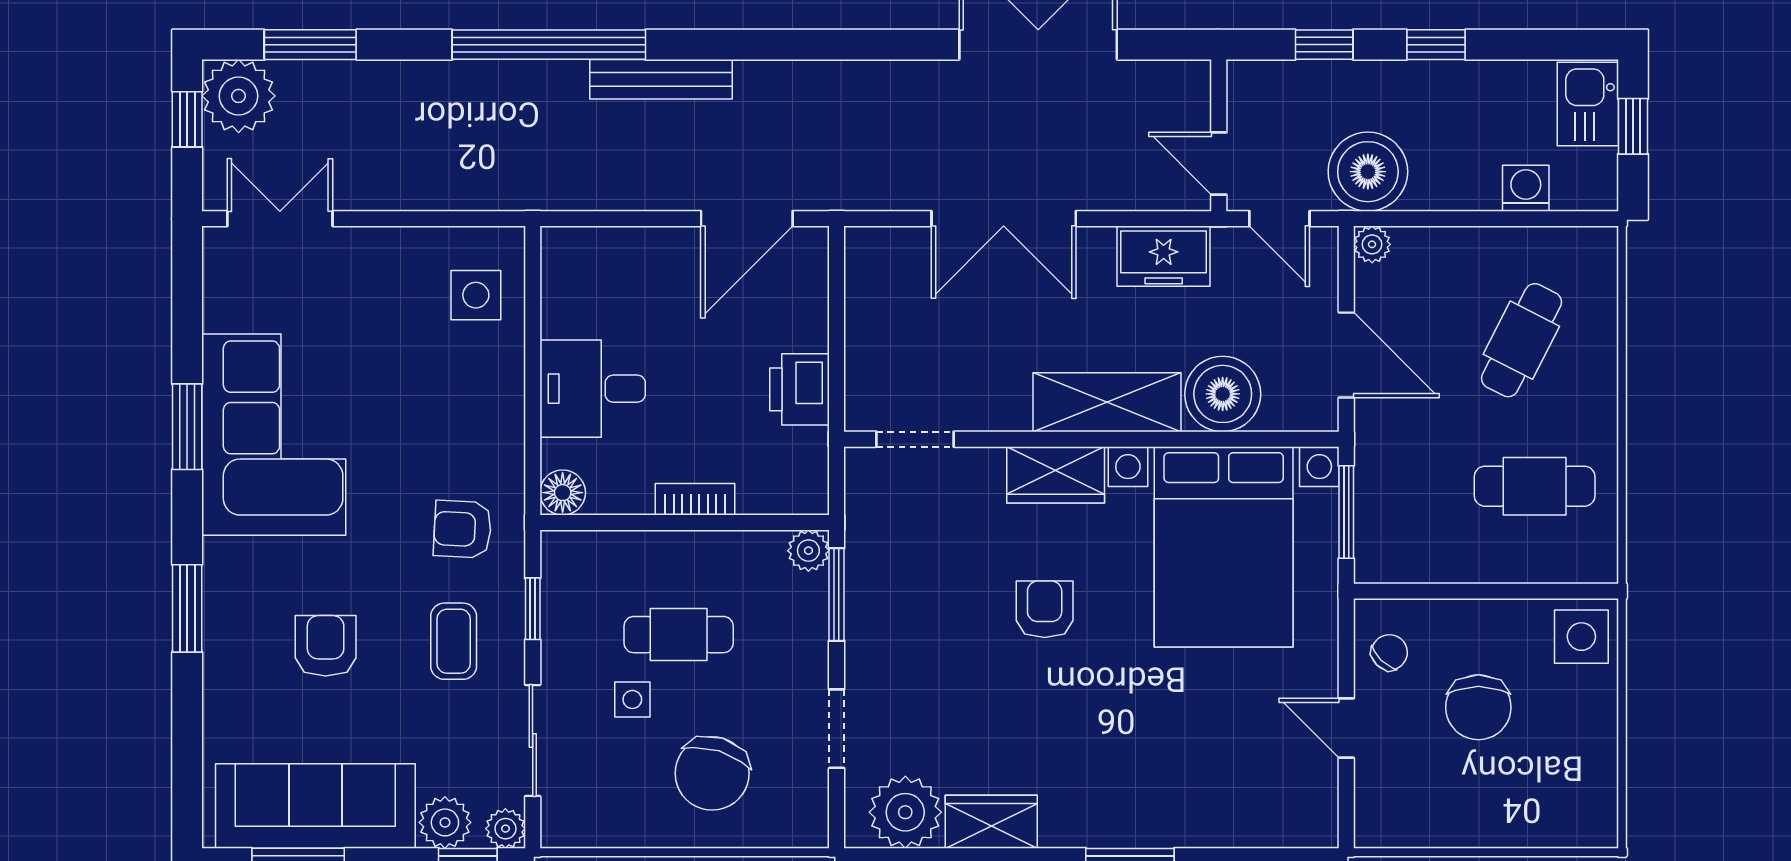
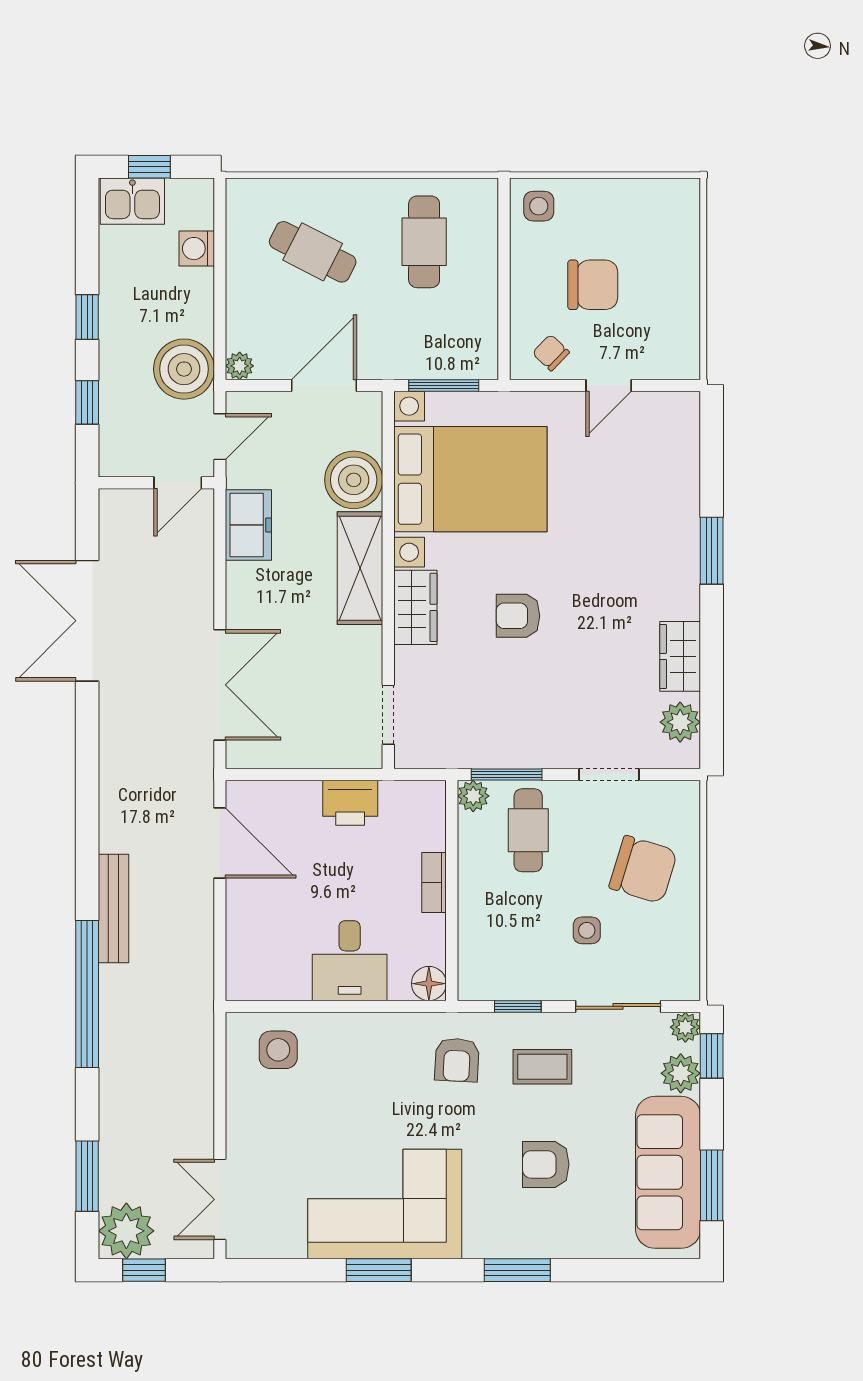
double door: (1004, 219) -> (220, 685), moved
cafe table: (679, 635) -> (528, 830), moved
side table: (1581, 637) -> (539, 206), width x0.73, depth x0.73
plant: (905, 812) -> (680, 722), width x0.73, depth x0.73

